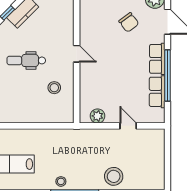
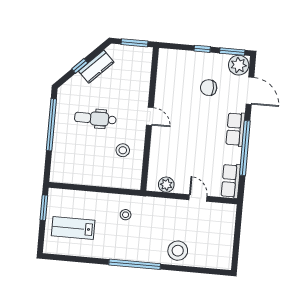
chair: (129, 22) -> (209, 88), turned 127
row of seats: (157, 92) -> (231, 181), moved
stool: (61, 181) -> (126, 215), moved

